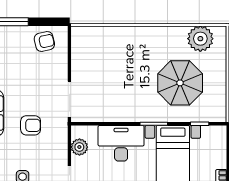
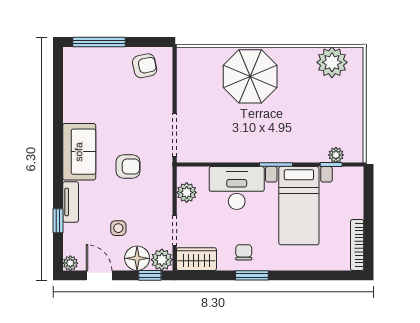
parasol: (180, 83) -> (250, 76), moved
plant: (204, 116) -> (336, 155), added

